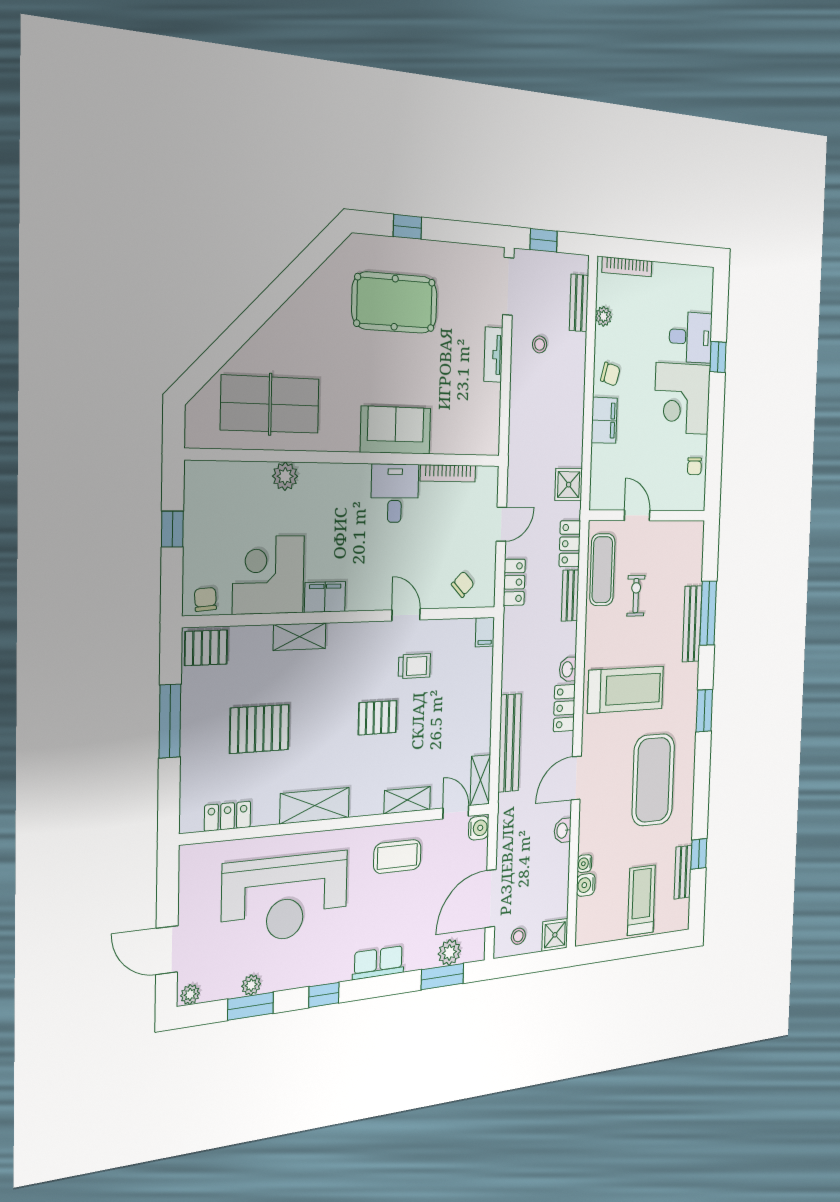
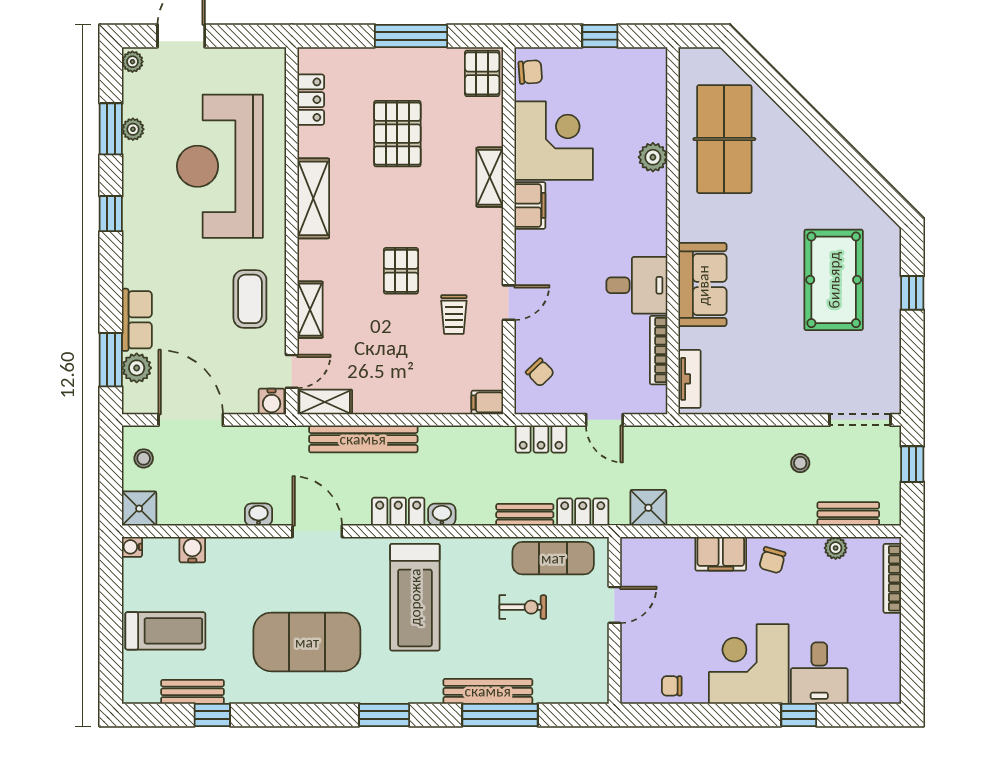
tv unit: (493, 355) -> (690, 379), moved, turned 90
water cooler: (585, 864) -> (132, 547), moved, turned -90
row of seats: (378, 963) -> (137, 320), moved

